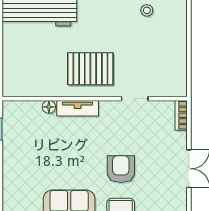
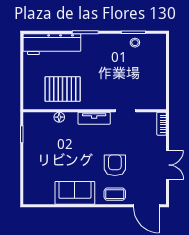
pallet: (90, 69) -> (63, 89), moved
tv unit: (78, 108) -> (94, 118), moved

